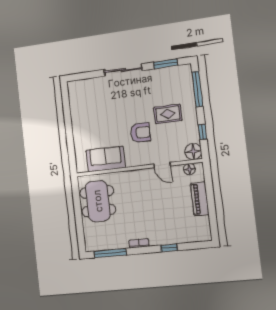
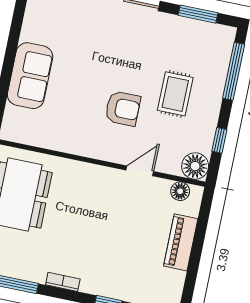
rug: (168, 114) -> (175, 94), turned 90
sofa: (106, 159) -> (30, 76), moved, turned 90
door: (162, 165) -> (140, 171), swing flipped

